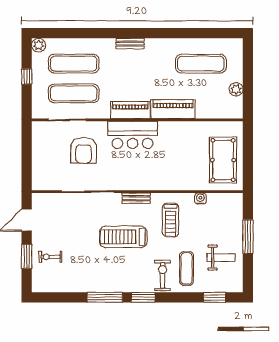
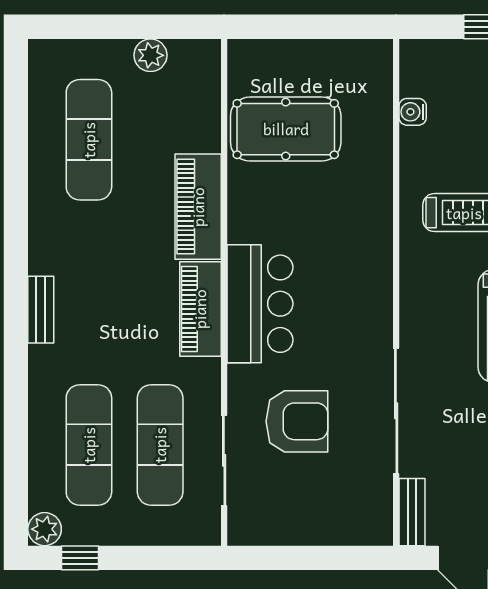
window: (27, 77) -> (80, 558), moved
pool table: (223, 160) -> (286, 129), moved
bench: (136, 198) -> (412, 512), moved
water cooler: (200, 199) -> (413, 112), moved

